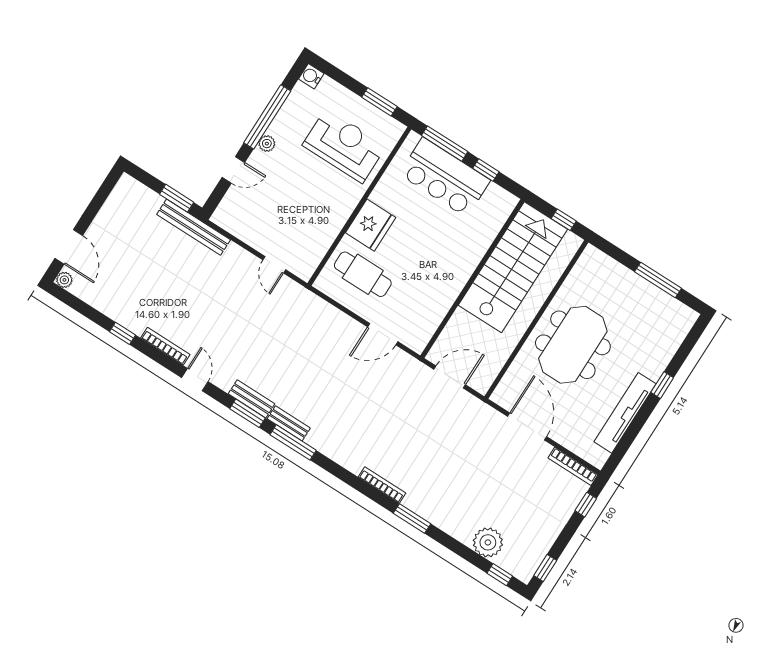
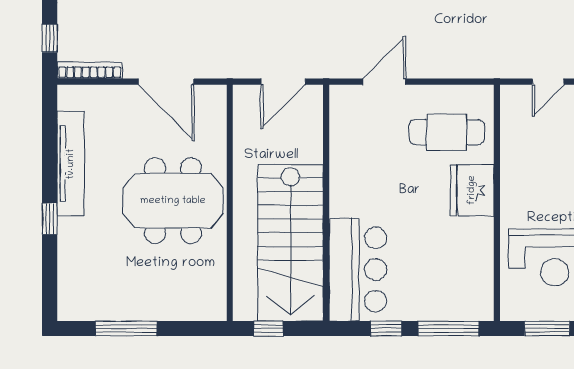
bar counter: (445, 177) -> (358, 270), moved, turned 90
door: (274, 265) -> (548, 82), swing flipped
meeting table: (573, 345) -> (173, 201), turned 90

